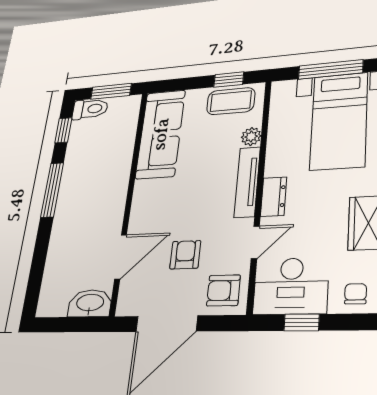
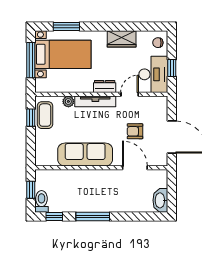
window: (111, 91) -> (31, 190), width x0.67
sofa: (161, 134) -> (85, 155), moved
door: (255, 242) -> (130, 94), hinge flipped
armchair: (223, 290) -> (155, 109), removed
washbasin: (90, 303) -> (160, 200), moved

